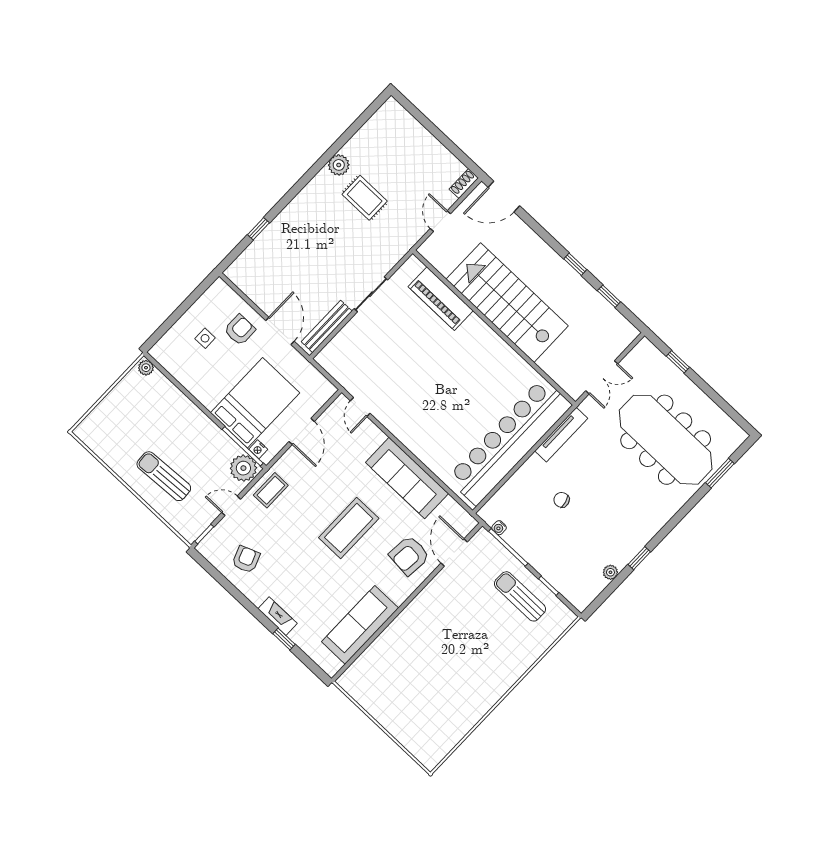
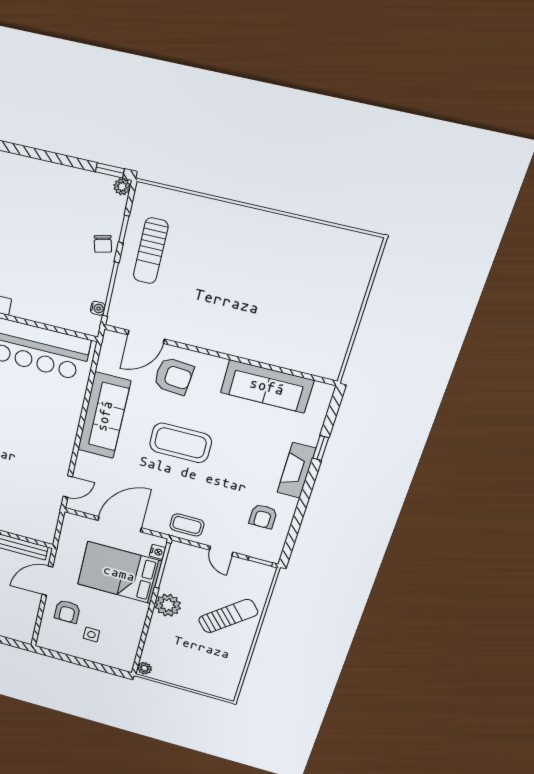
armchair: (240, 330) -> (67, 612), turned -90
door: (302, 431) -> (120, 524), width x1.36
plant: (243, 468) -> (168, 605), moved
sun lounger: (164, 476) -> (228, 616), turned -128
chair: (562, 500) -> (103, 244), moved
window: (639, 558) -> (110, 170), moved
armchair: (246, 559) -> (263, 516), turned -69
plant: (610, 572) -> (122, 187), moved
fireplace: (278, 616) -> (296, 470), width x1.37, depth x1.32

